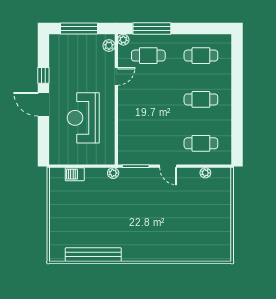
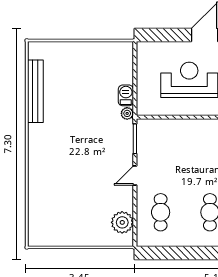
plant: (205, 173) -> (122, 222), width x1.87, depth x1.87
barbecue: (75, 174) -> (126, 95), moved

